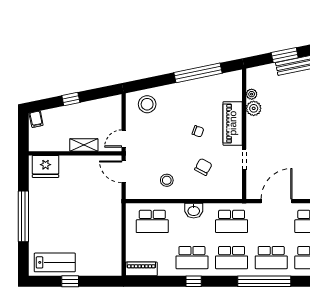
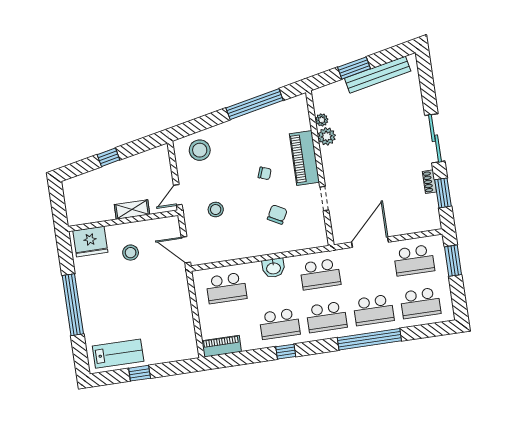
filing cabinet: (36, 119) -> (71, 187), removed
door: (124, 172) -> (186, 250), moved
stool: (77, 180) -> (131, 253), added
stool: (167, 180) -> (216, 210), moved

